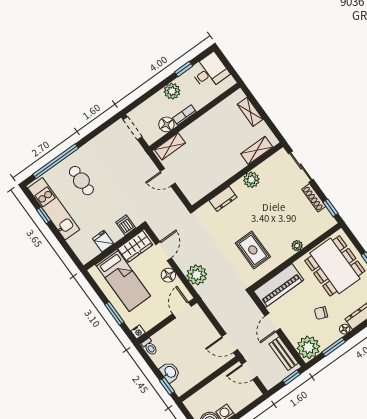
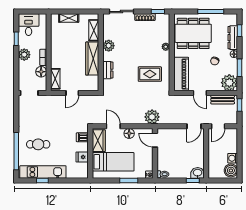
wardrobe: (223, 172) -> (92, 59), added
plant: (197, 275) -> (152, 117), moved
washbasin: (170, 372) -> (198, 173), moved

